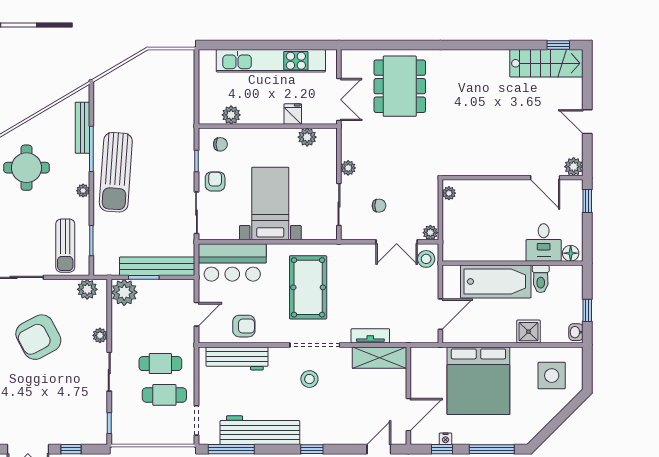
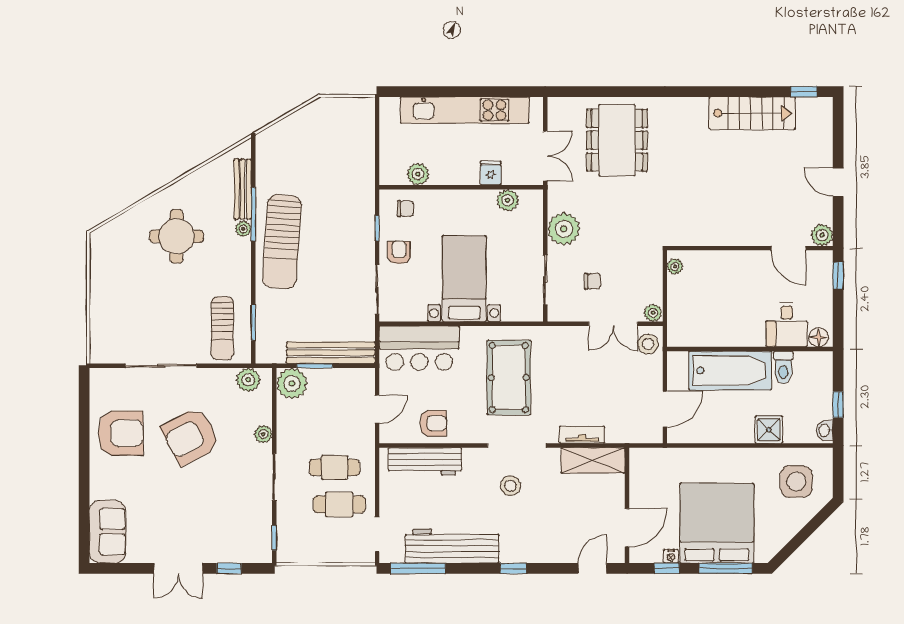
stairs: (546, 63) -> (752, 113), moved
plant: (348, 168) -> (564, 229), width x1.88, depth x1.88
plant: (83, 191) -> (243, 229), moved
bed: (478, 381) -> (717, 523), moved, turned 180

